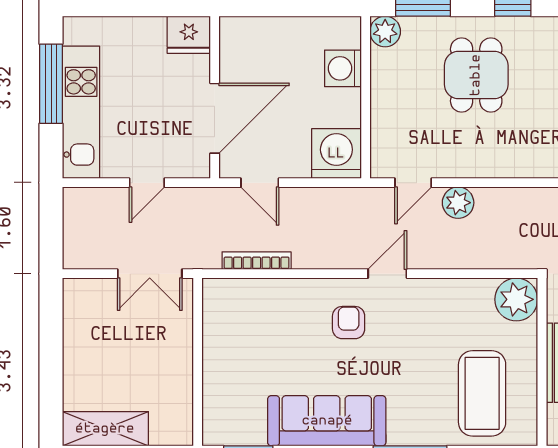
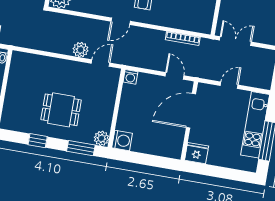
washing machine: (343, 68) -> (122, 140), moved
dining table: (476, 75) -> (61, 110), turned 90
washing machine: (336, 154) -> (130, 77), width x0.53, depth x0.53

